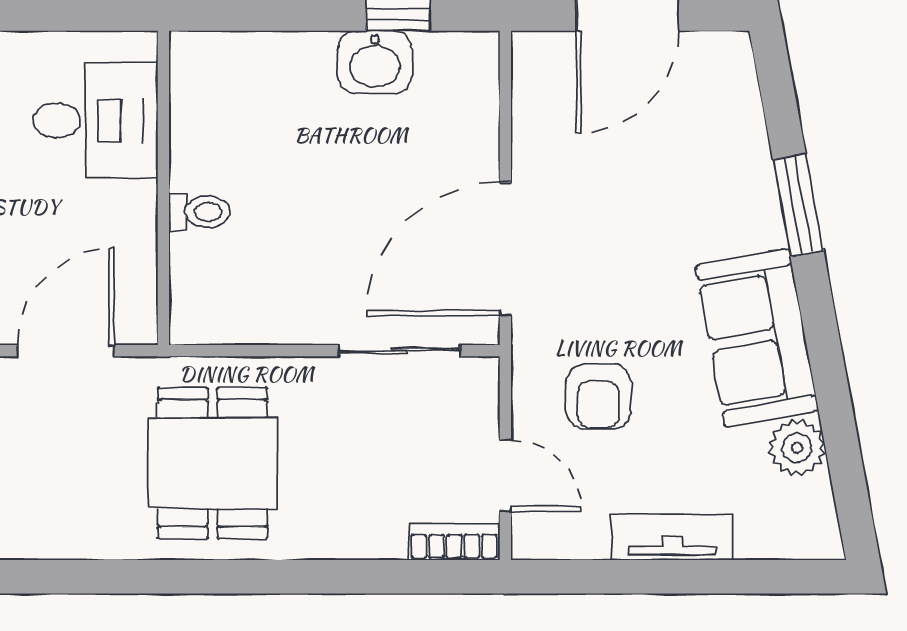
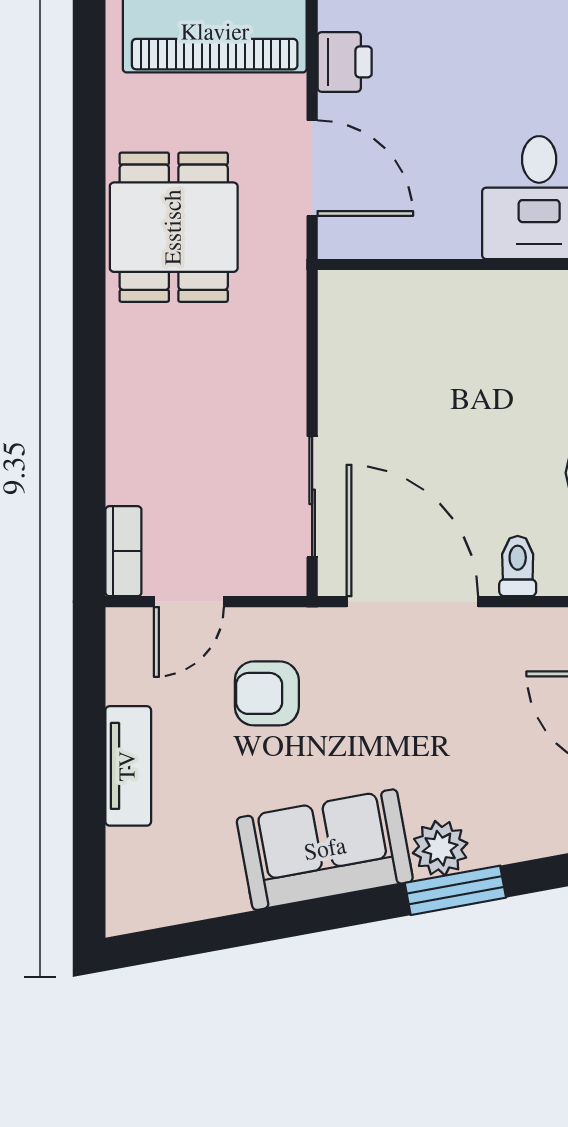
toilet: (199, 212) -> (518, 566), moved, turned 180
plant: (797, 448) -> (440, 848), moved
dining table: (213, 463) -> (174, 227), moved, turned 90

